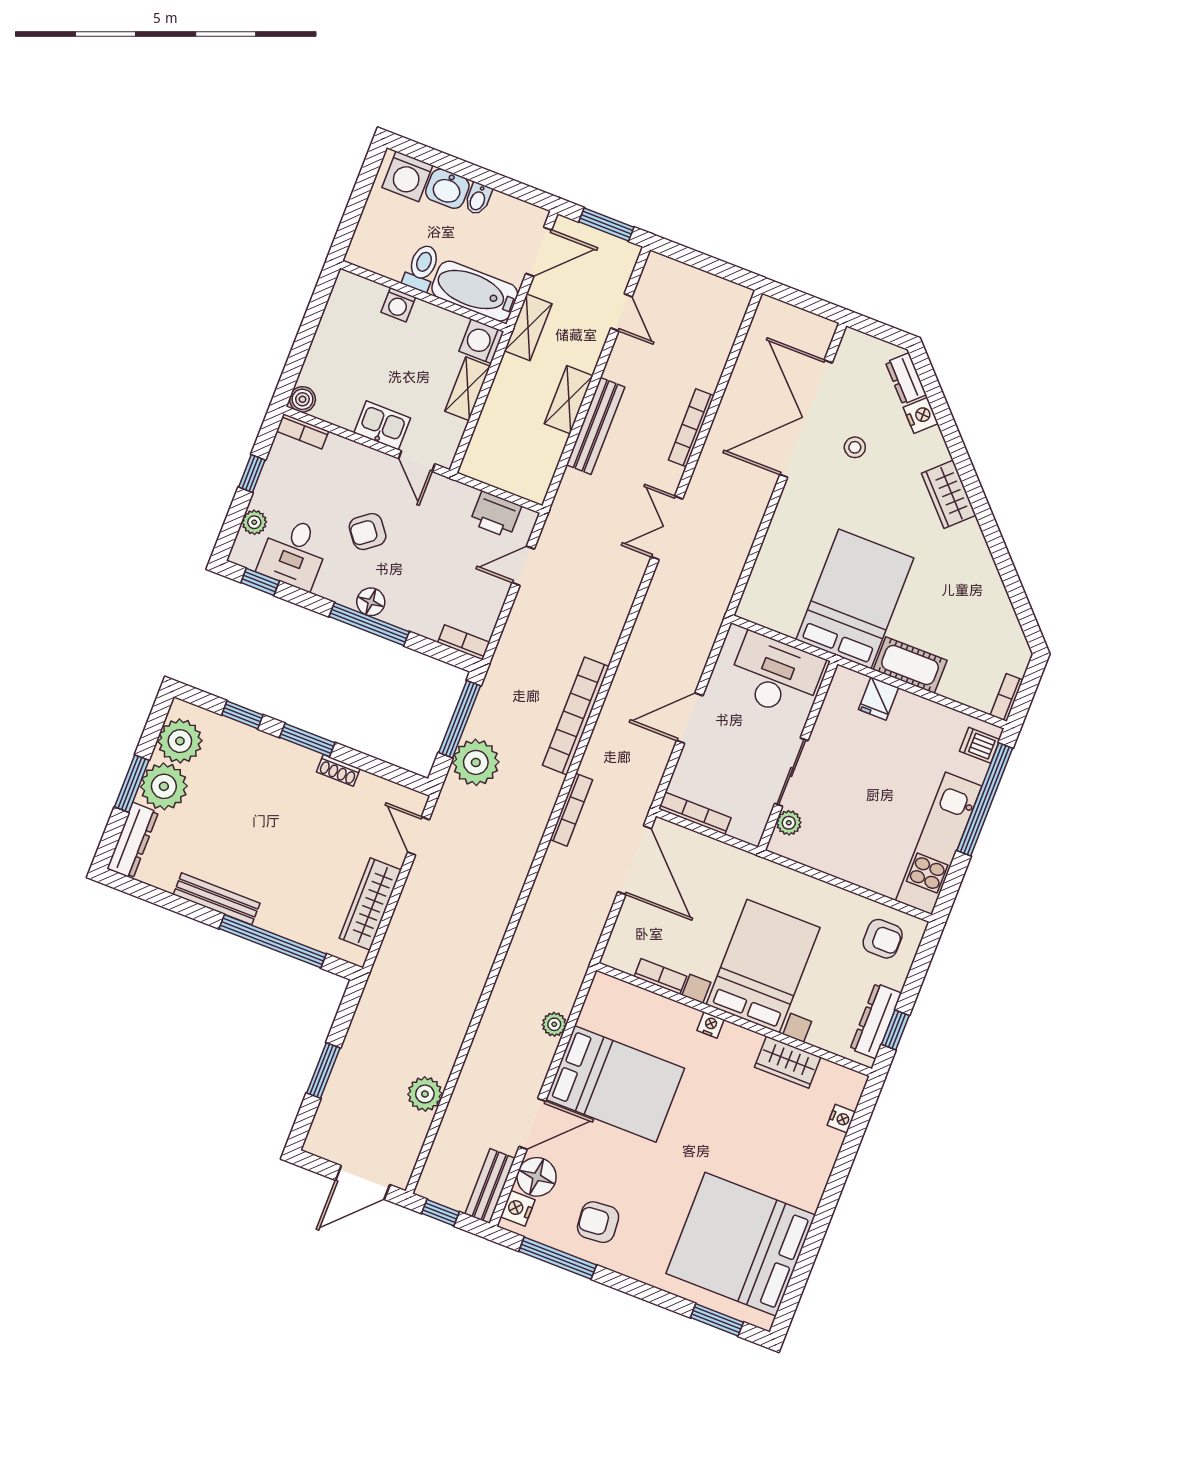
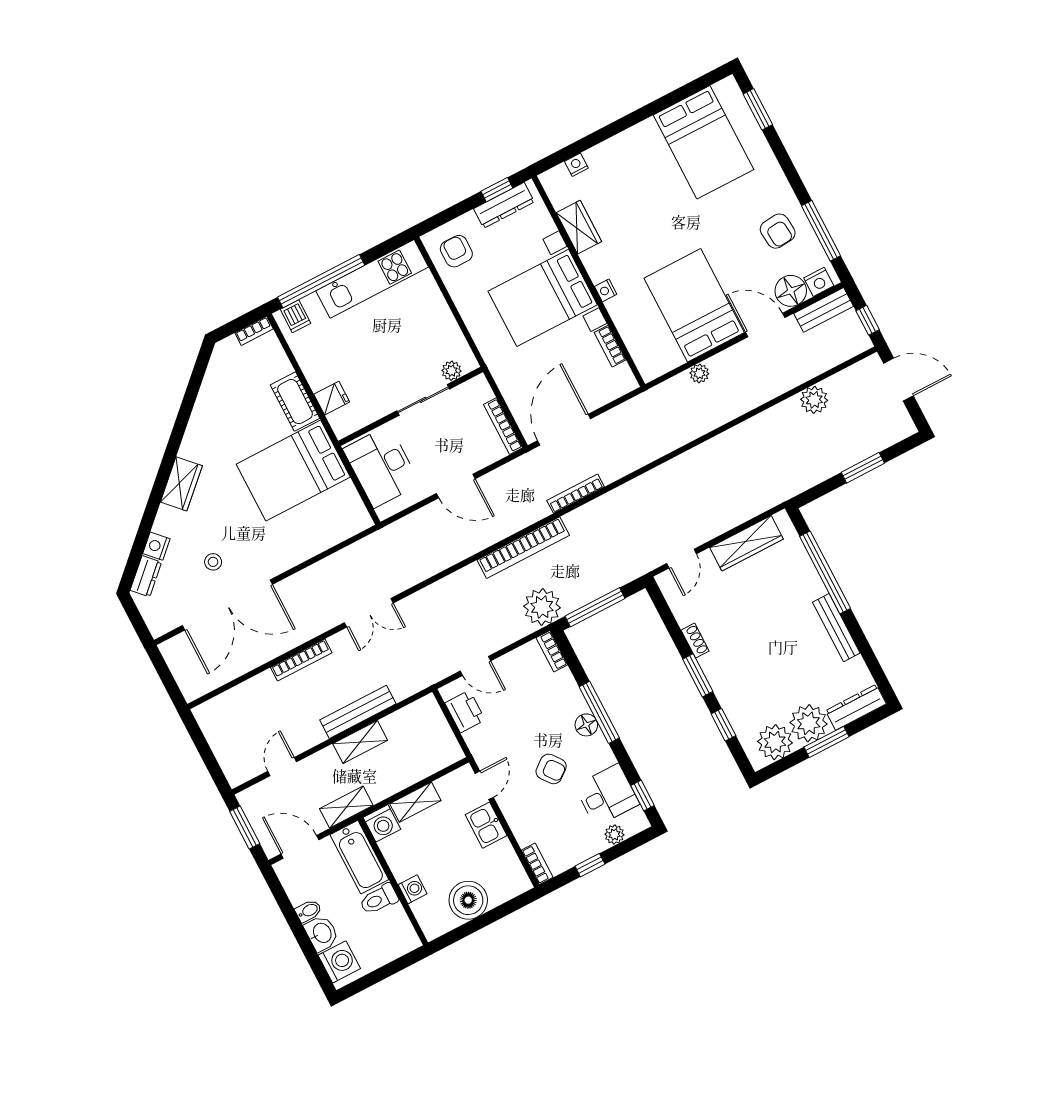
boiler: (302, 399) -> (468, 900), moved, width x1.86, depth x1.86
plant: (476, 762) -> (542, 607), moved
bed: (741, 1244) -> (703, 142), width x0.73

